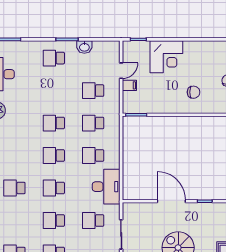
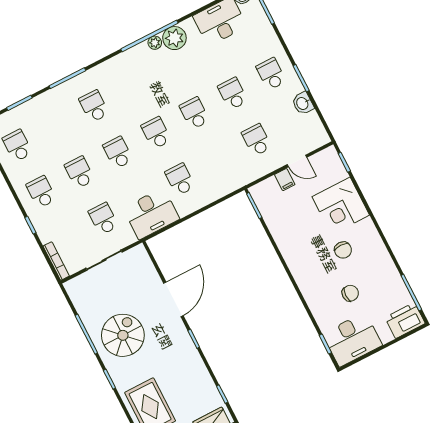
chair: (194, 92) -> (343, 250), moved
school desk: (93, 123) -> (233, 94), moved

